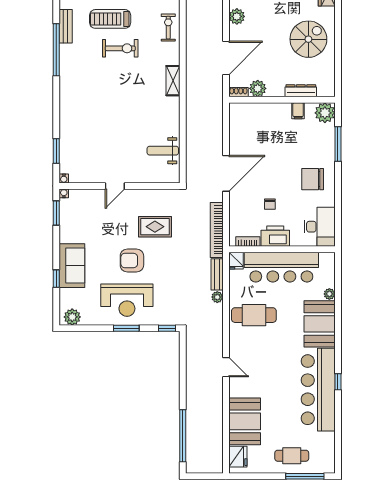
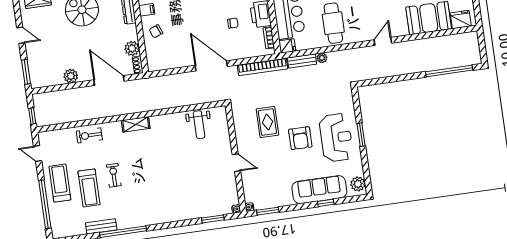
exercise bike: (120, 48) -> (114, 175), width x0.73, depth x0.72
chair: (273, 118) -> (156, 31), added
sofa: (72, 266) -> (319, 190), width x1.36
window: (167, 328) -> (356, 98), removed

